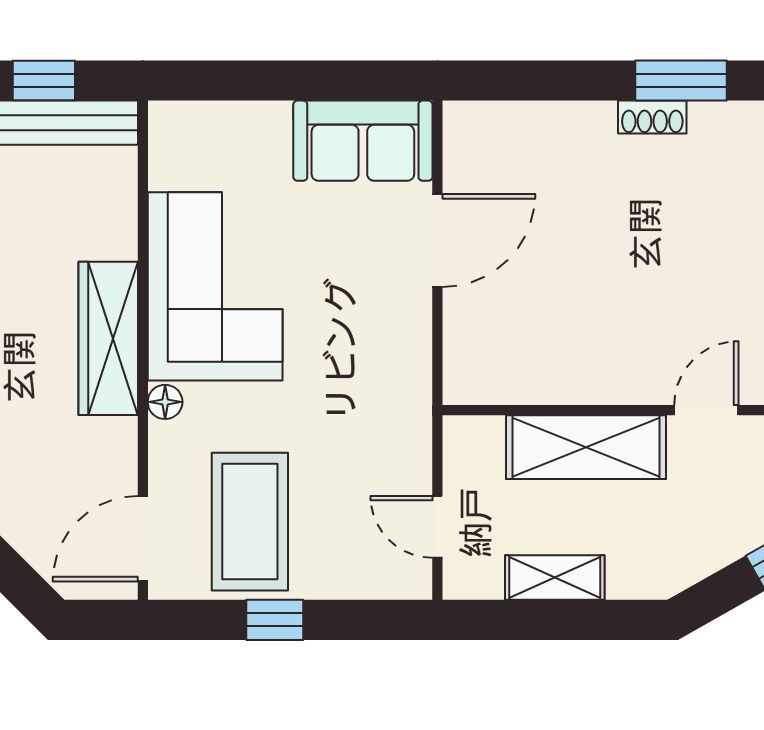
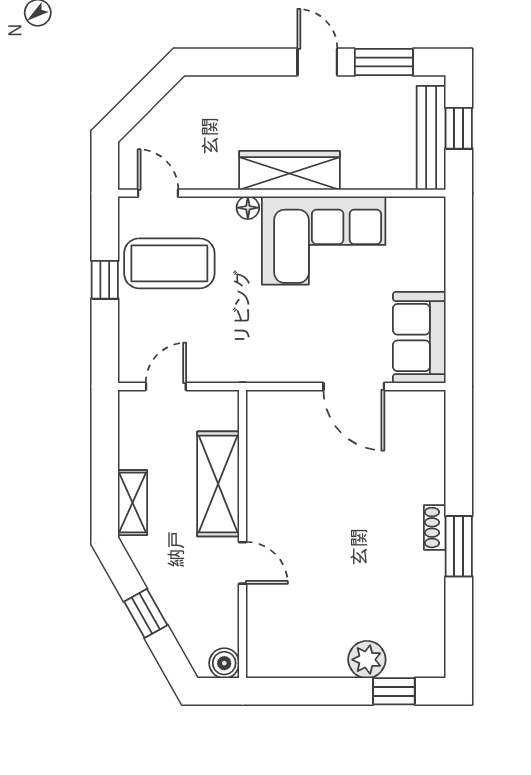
door: (143, 539) -> (158, 193), width x0.73
shelving: (555, 578) -> (133, 503), moved

